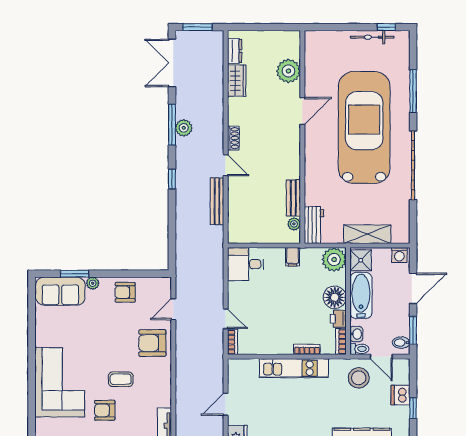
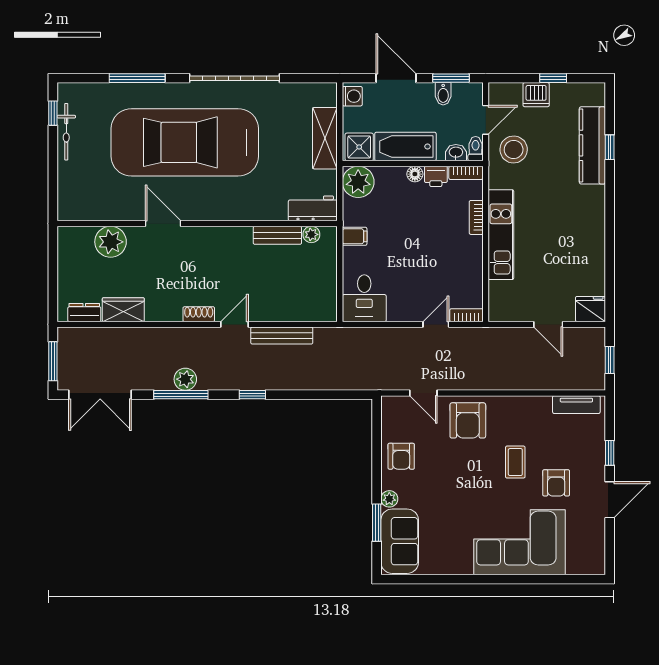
floor lamp: (335, 297) -> (415, 174), width x0.53, depth x0.53
bidet: (401, 343) -> (443, 94), moved

